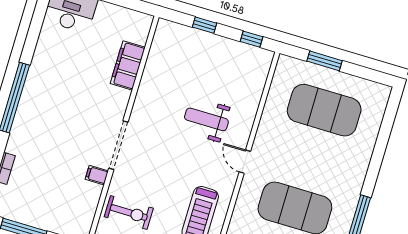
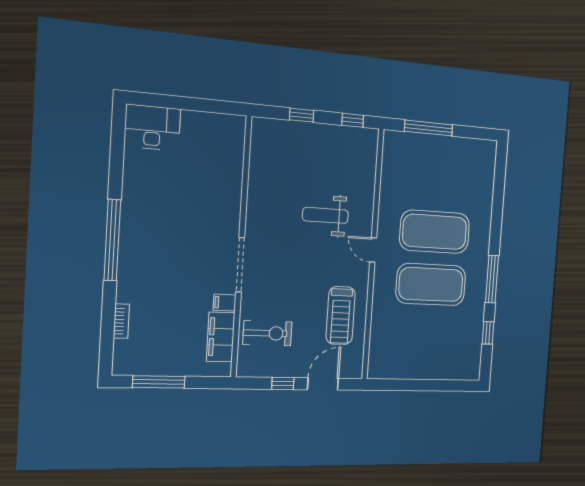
window: (324, 61) -> (429, 128), width x1.44
filing cabinet: (128, 65) -> (221, 337), moved
exercise mat: (324, 110) -> (435, 232), moved

